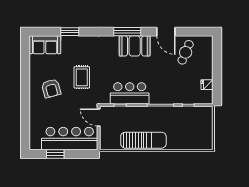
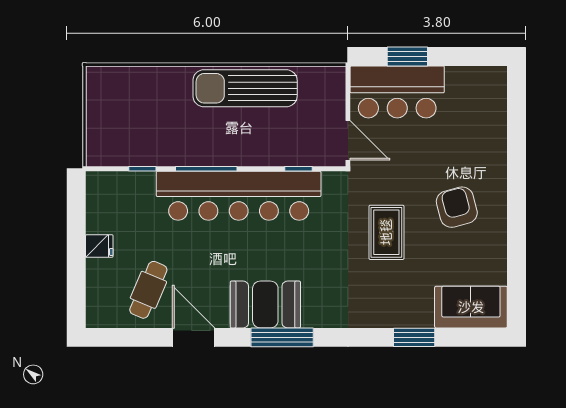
fridge: (207, 85) -> (99, 246), moved
bar counter: (130, 93) -> (239, 196), width x1.86
bar counter: (70, 139) -> (397, 92), width x0.73
window: (55, 154) -> (407, 56), moved

